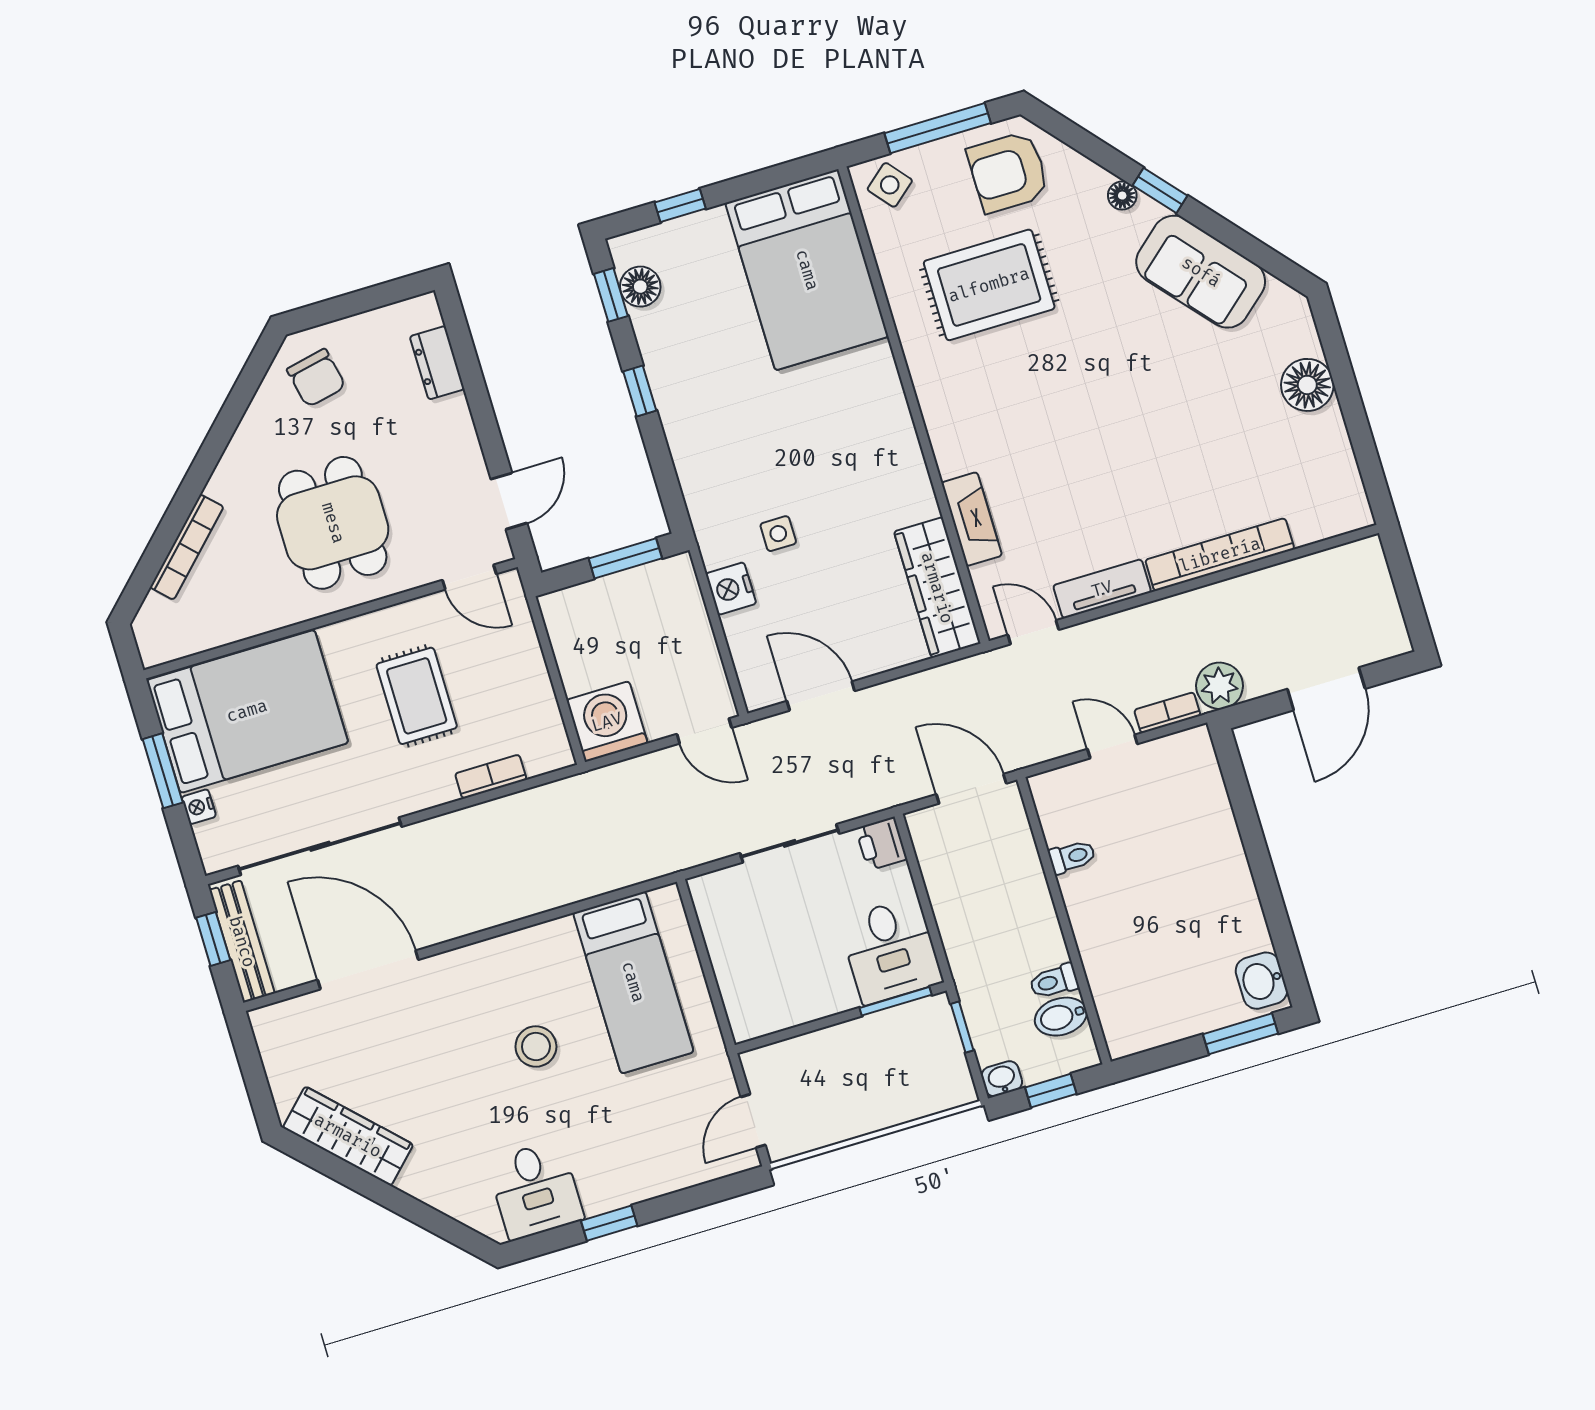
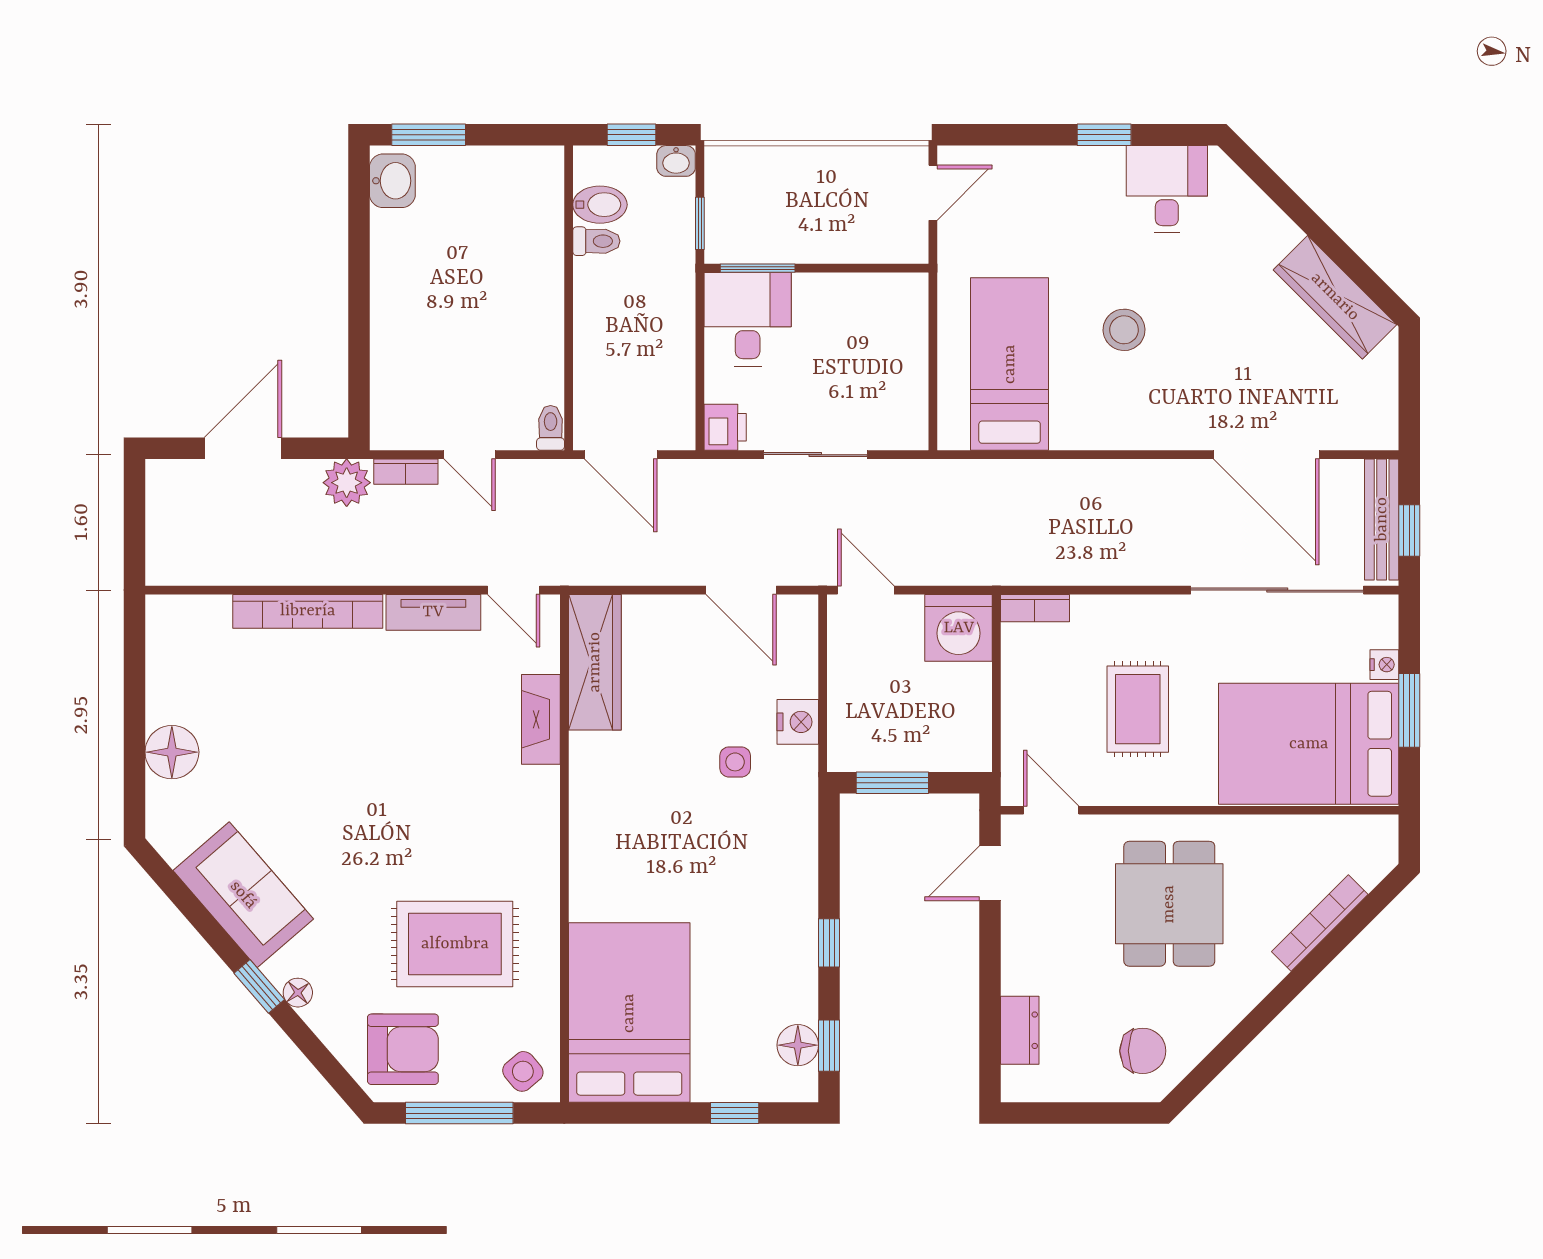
chair: (316, 378) -> (1143, 1051), turned 102
bookcase: (491, 777) -> (1035, 608), moved
toilet: (1072, 857) -> (551, 428), moved, turned 90

